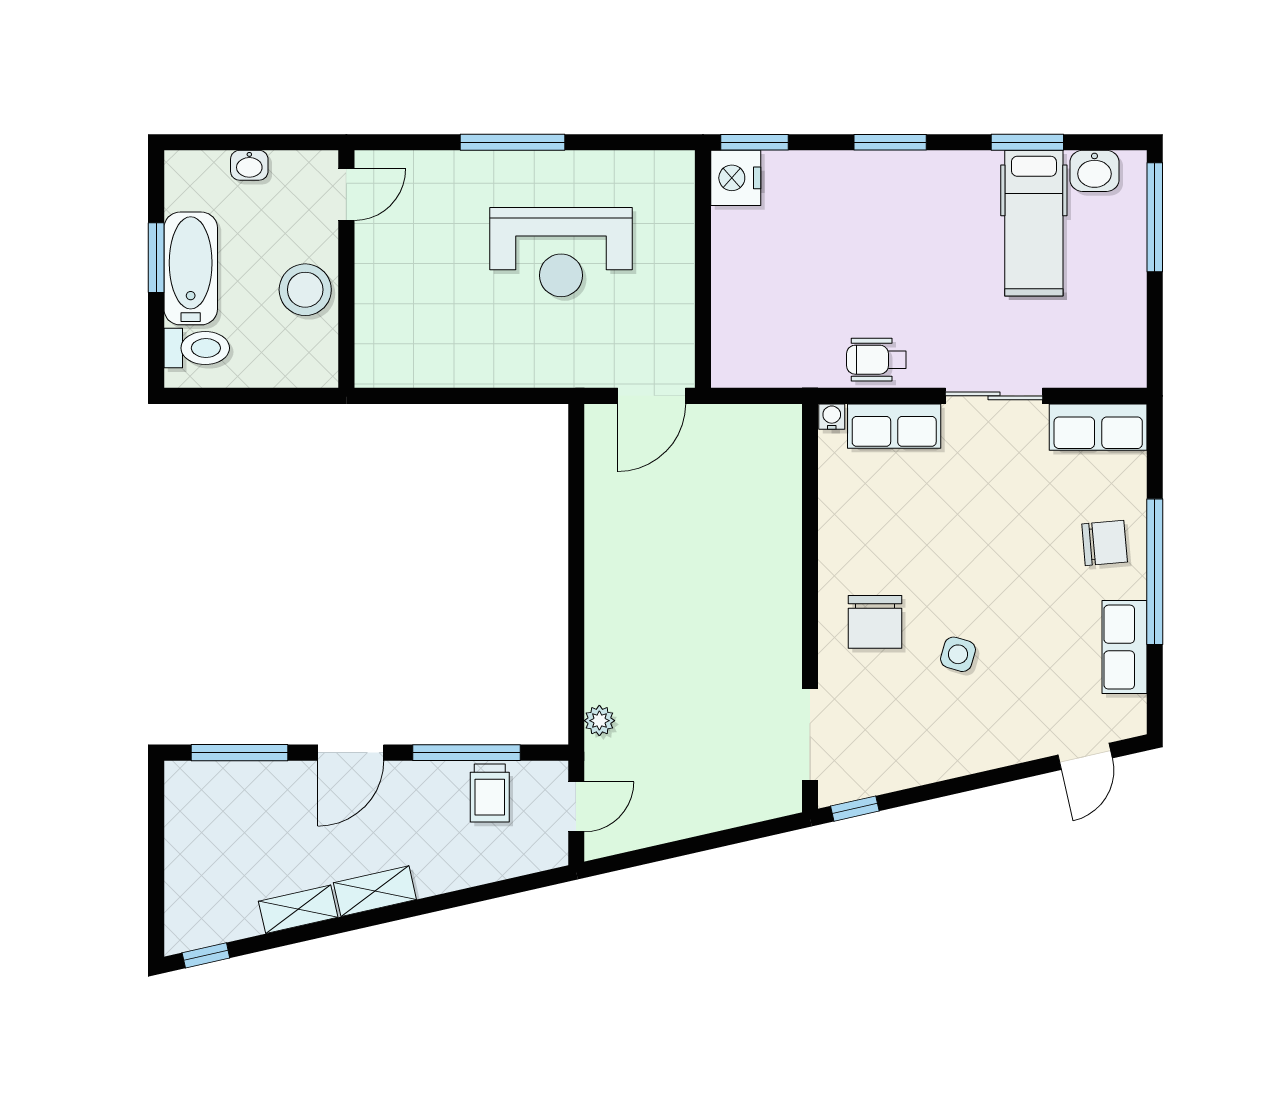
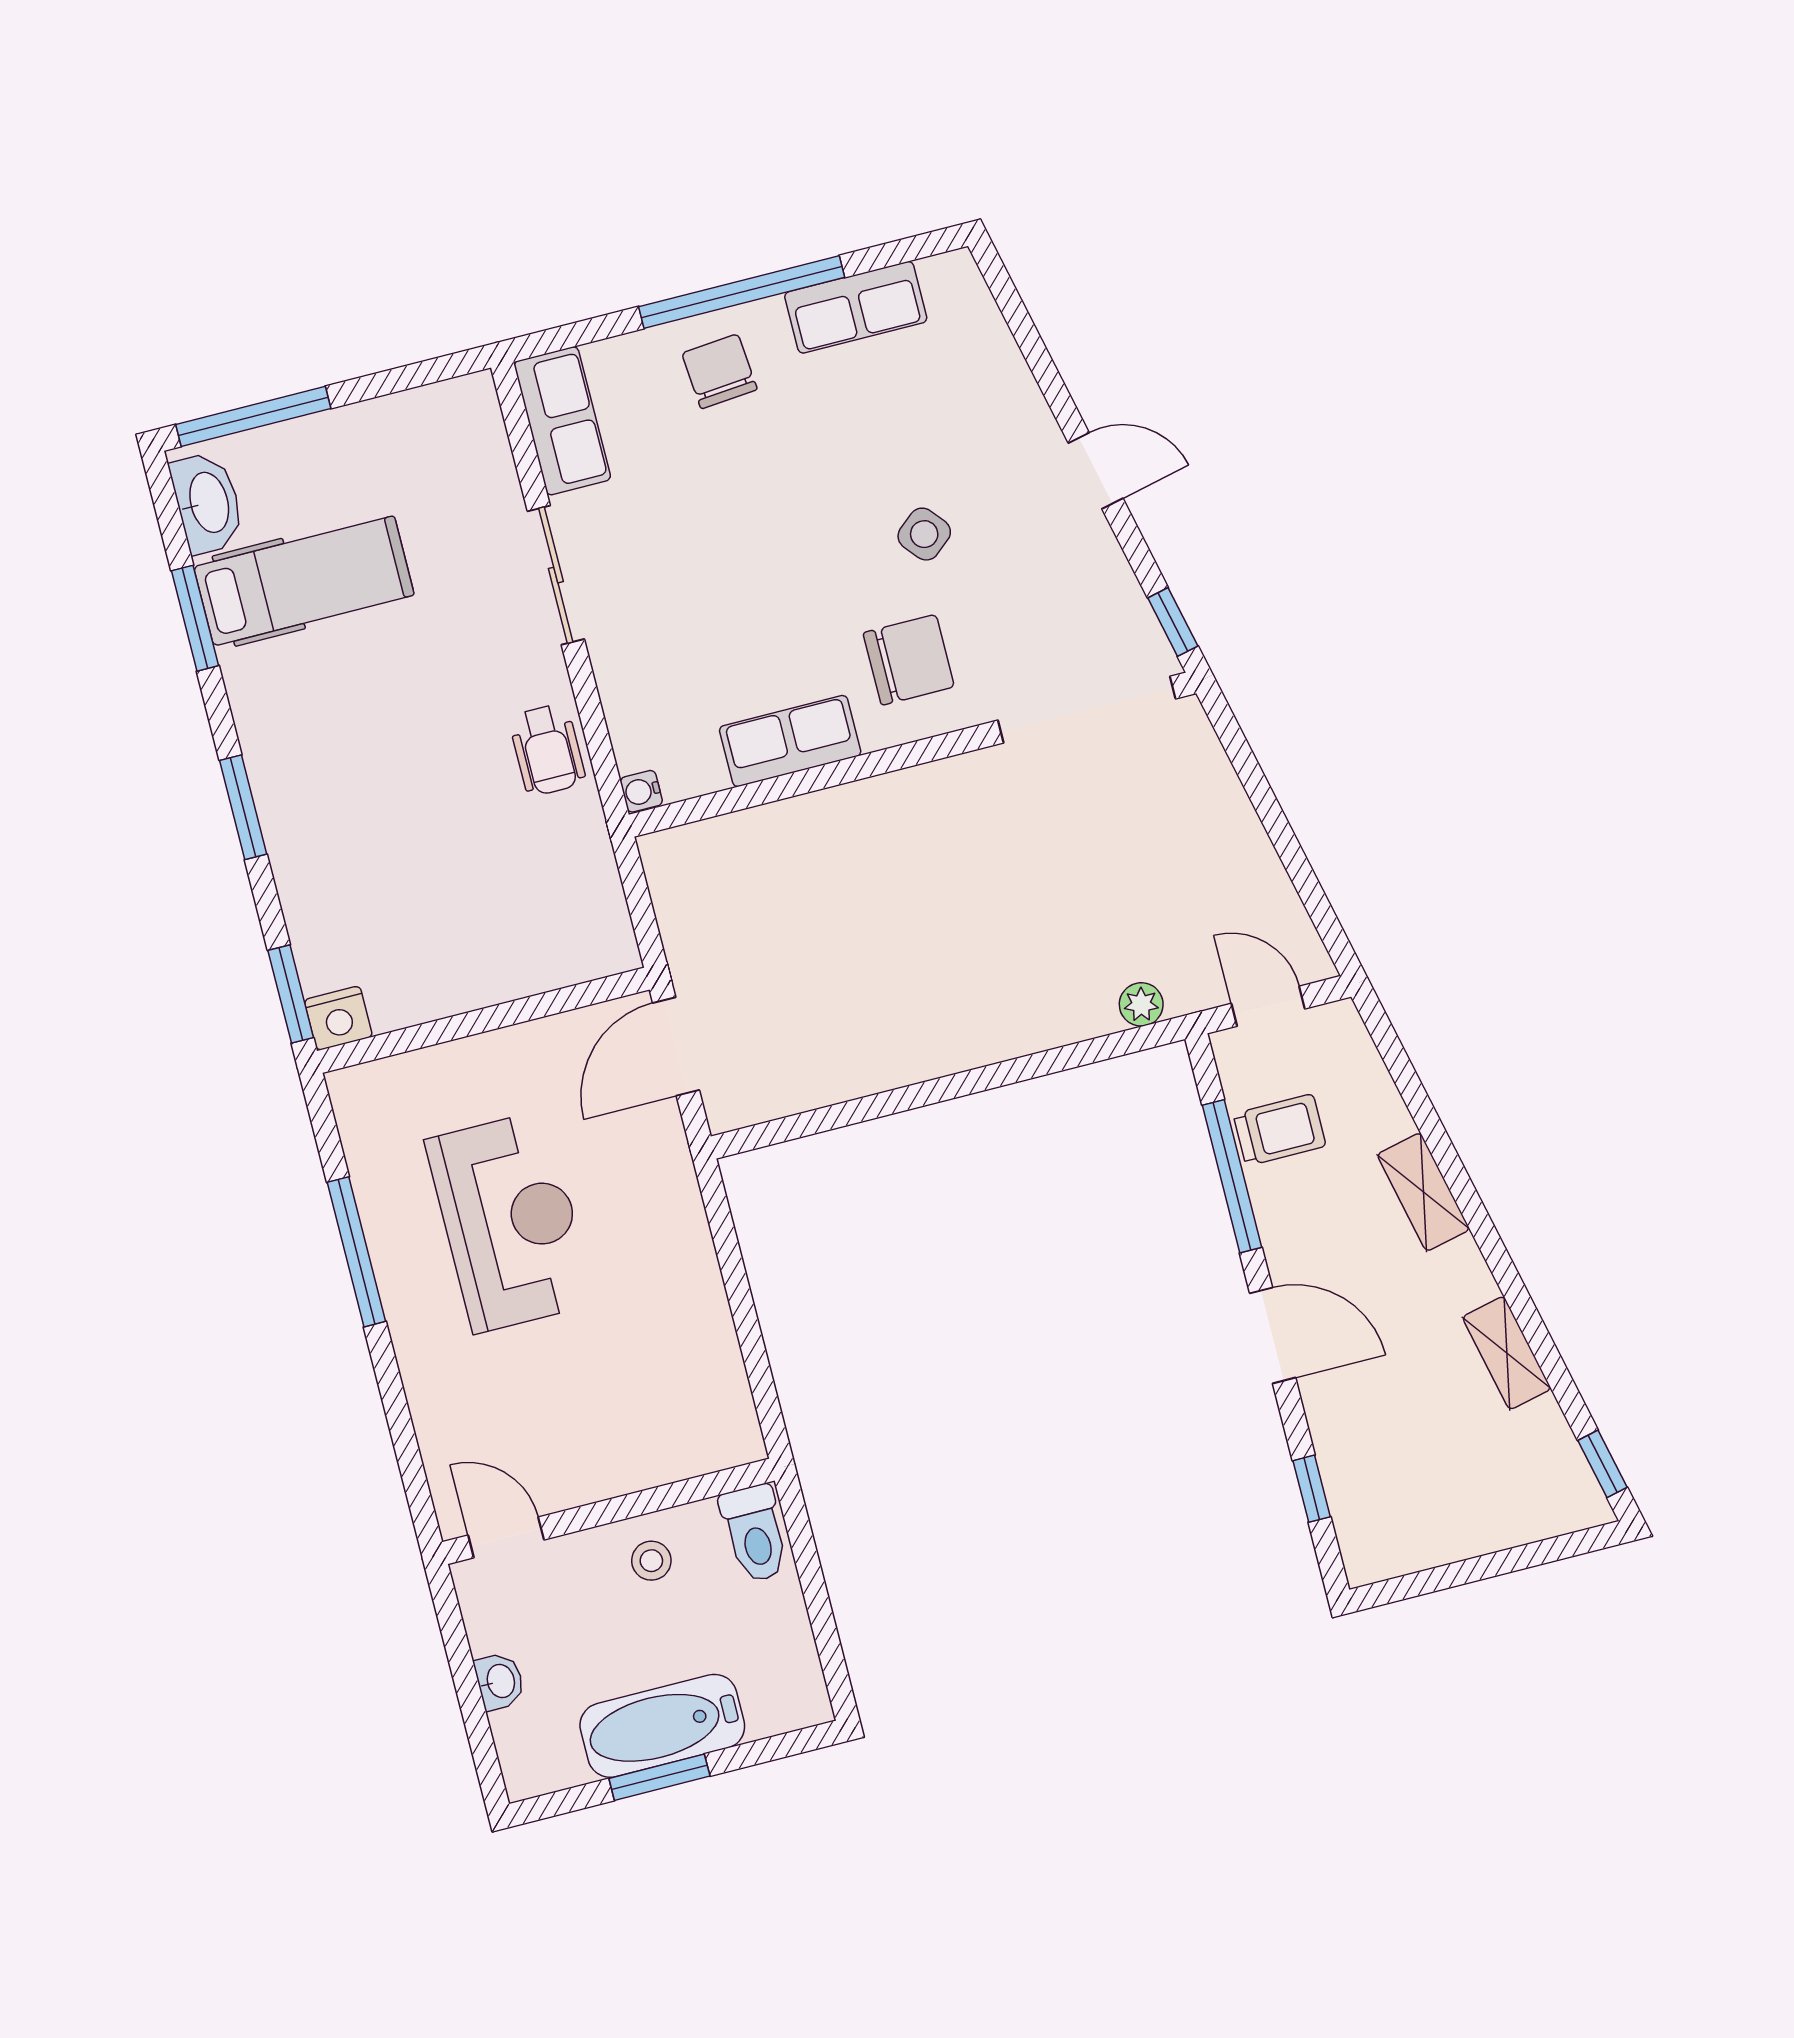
window: (512, 142) -> (356, 1252), moved
washbasin: (1094, 171) -> (207, 503), width x1.38
nightstand: (736, 178) -> (338, 1018), width x0.74, depth x0.75
stool: (305, 290) -> (651, 1561), width x0.53, depth x0.53
toilet: (197, 348) -> (755, 1534), moved, turned 180
door: (652, 396) -> (676, 1047), swing flipped
row of seats: (894, 426) -> (790, 741), moved, turned -90
side table: (958, 654) -> (924, 534), turned 34
doorway: (810, 735) -> (1087, 710), width x1.36
window: (240, 753) -> (1312, 1489), width x0.46
door: (1085, 756) -> (1096, 471), moved
shelving: (375, 891) -> (1423, 1192), moved

